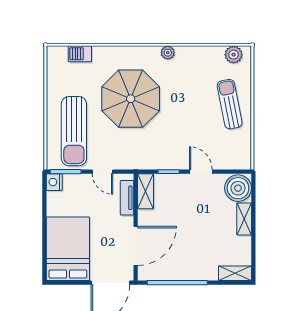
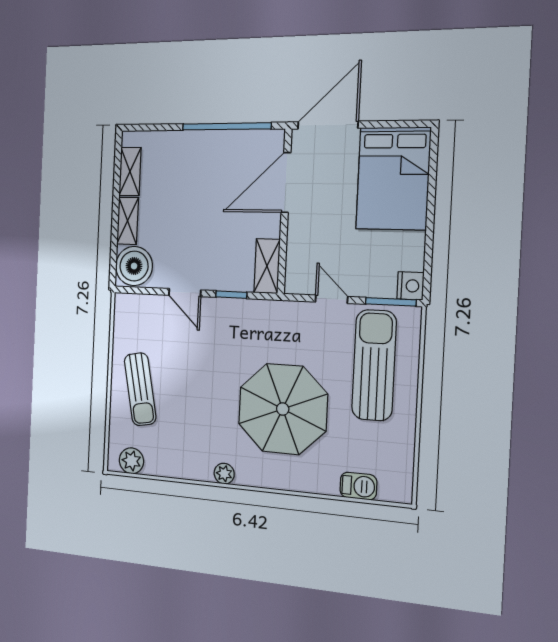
tv unit: (127, 198) -> (296, 257), removed
shelving: (235, 273) -> (130, 171), moved, turned 90

